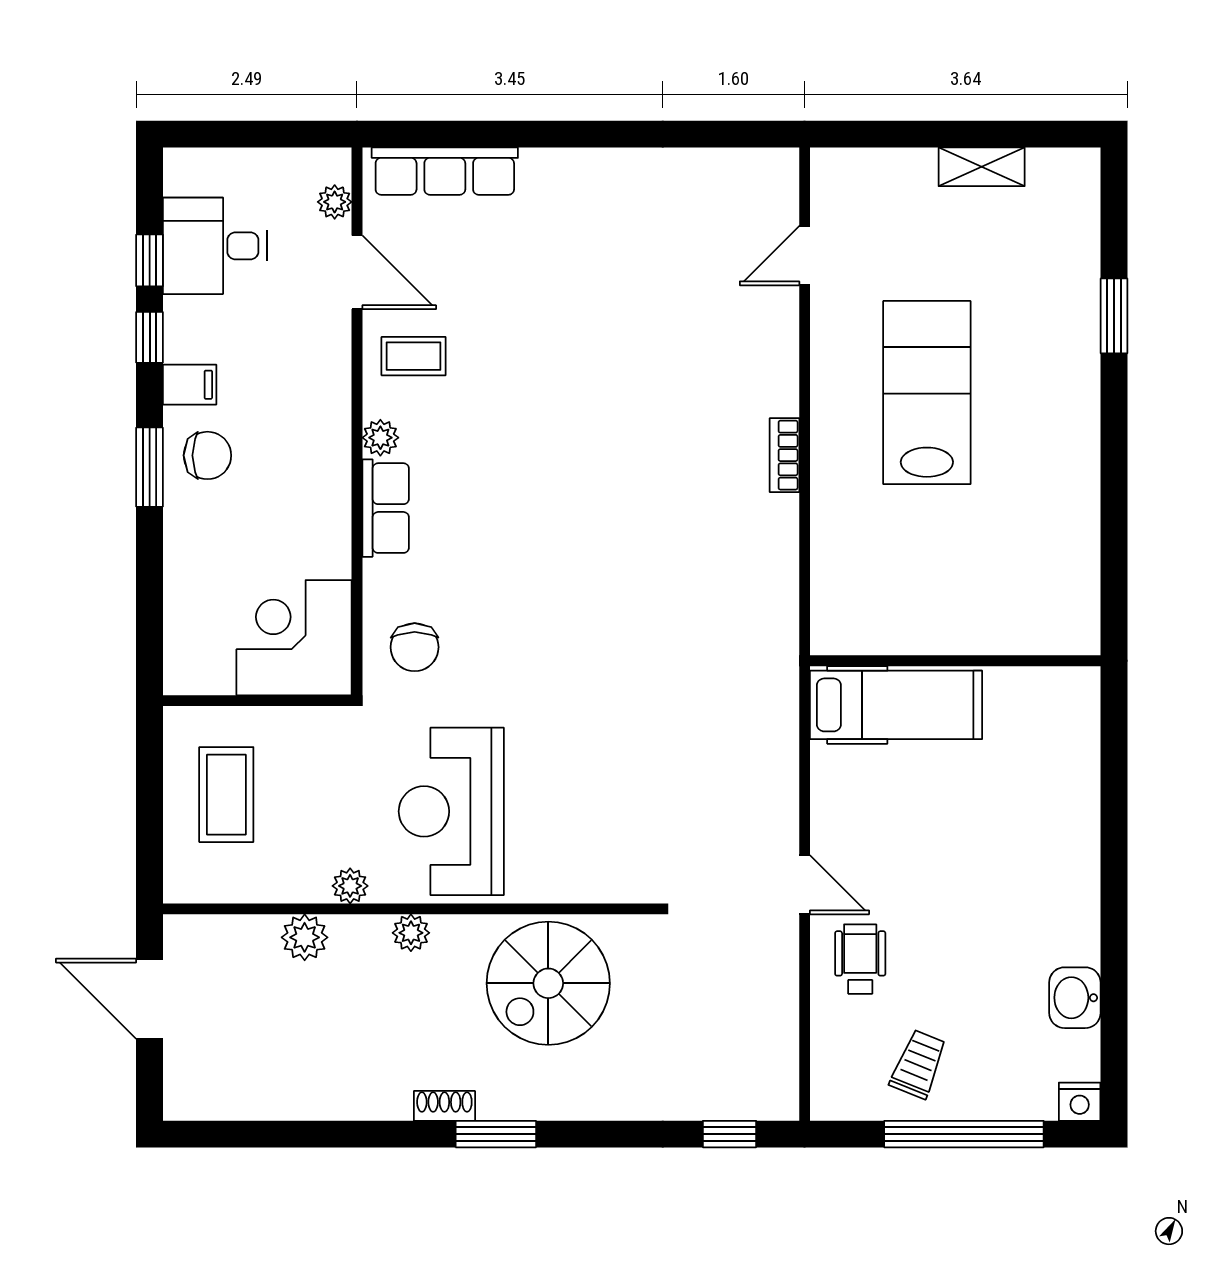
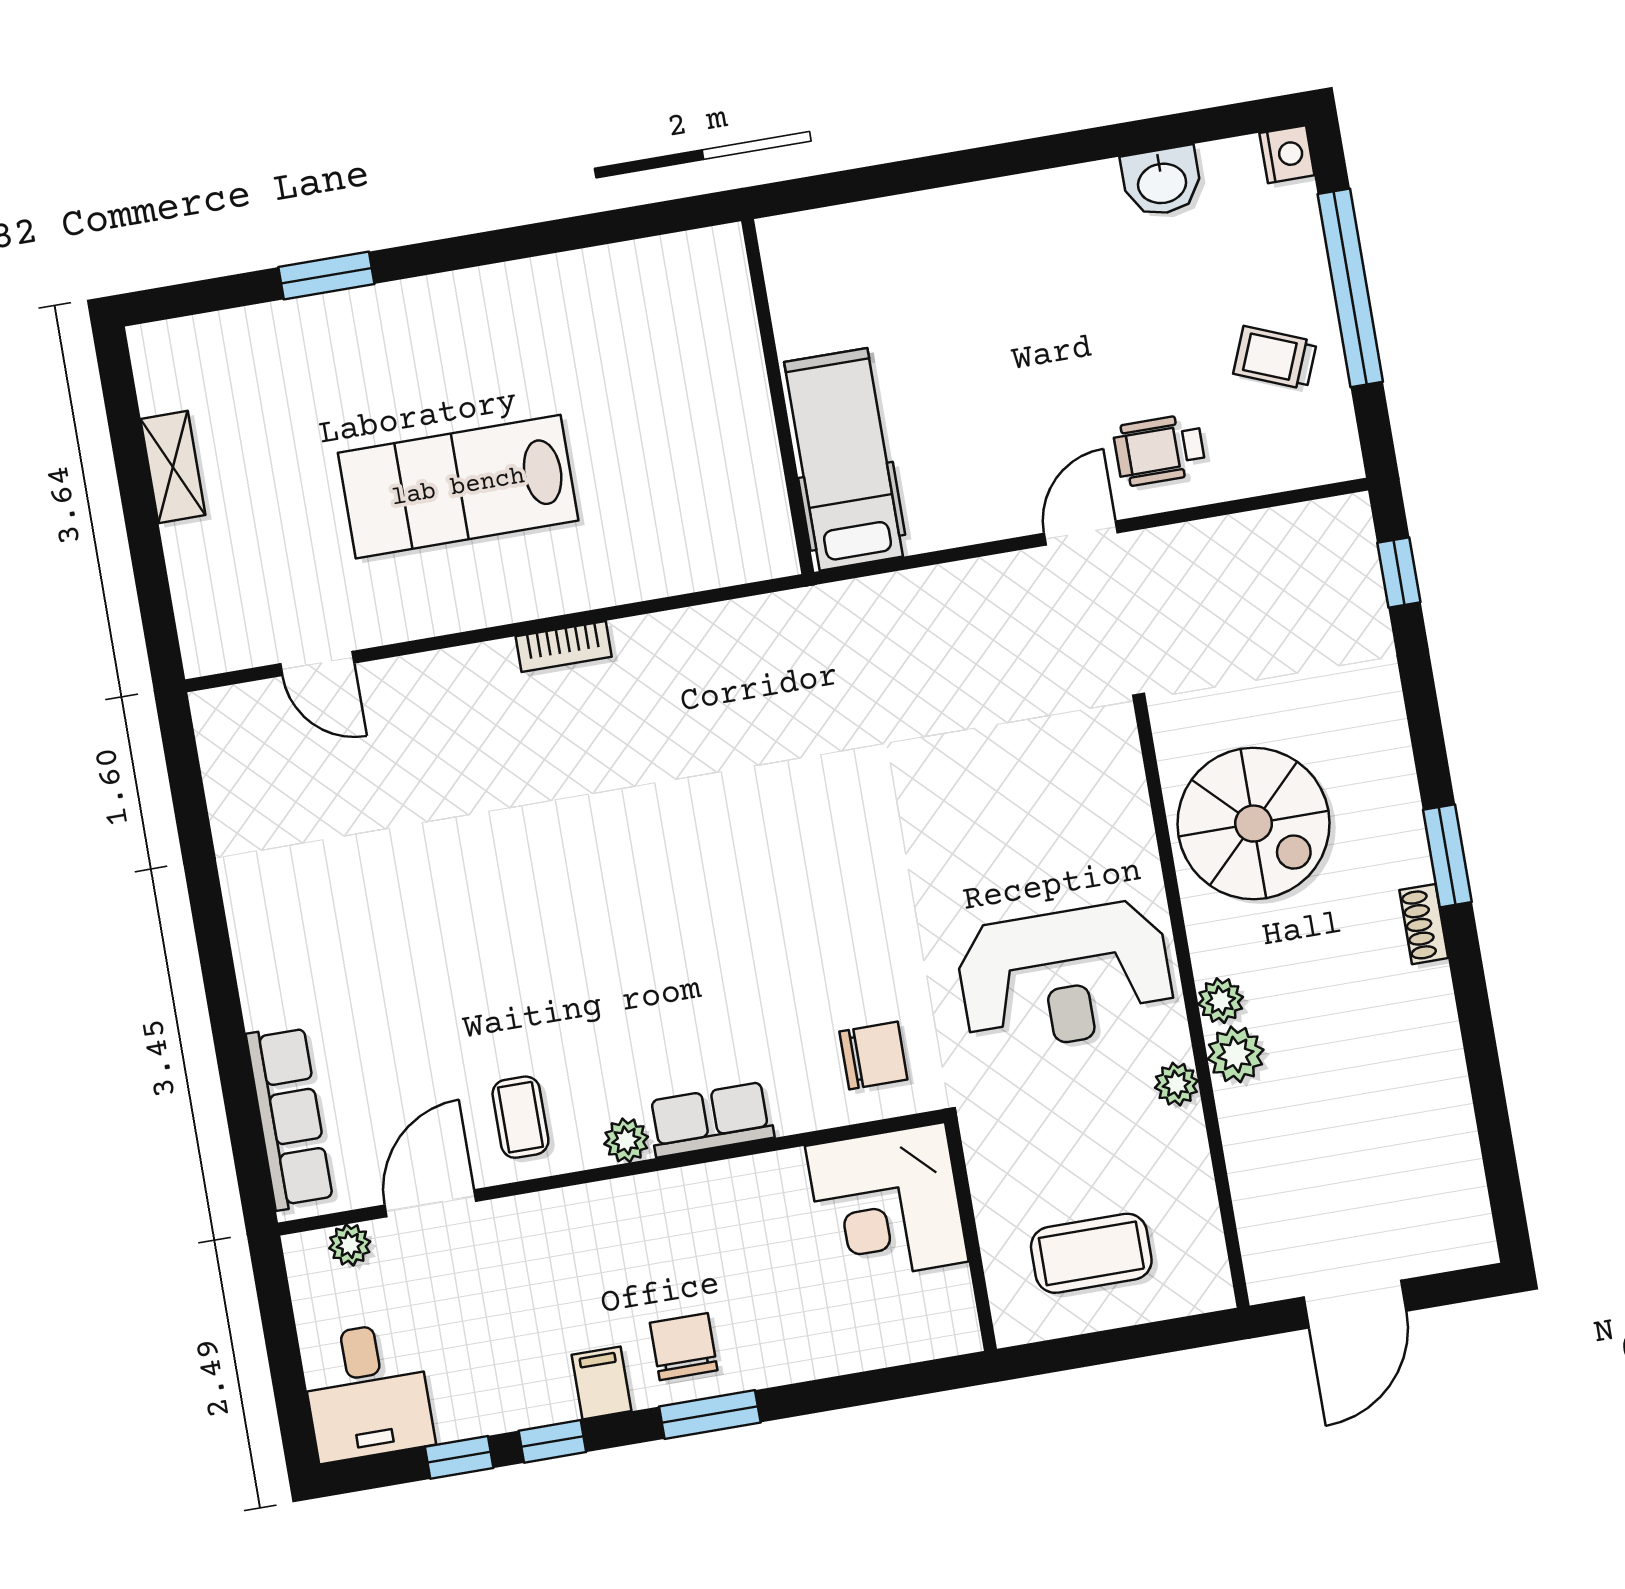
desk: (215, 246) -> (367, 1392), moved
plant: (305, 937) -> (1236, 1054), moved

